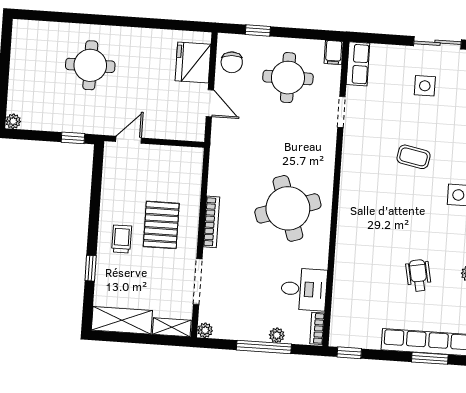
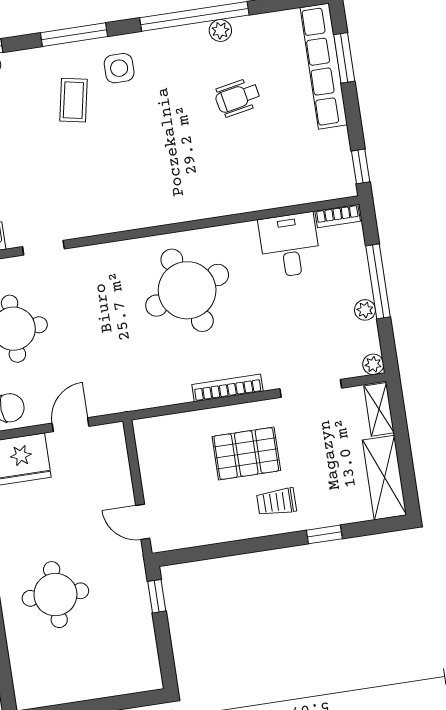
plant: (13, 121) -> (152, 680), removed
coffee table: (414, 157) -> (73, 100), moved
plant: (277, 335) -> (365, 310), moved

